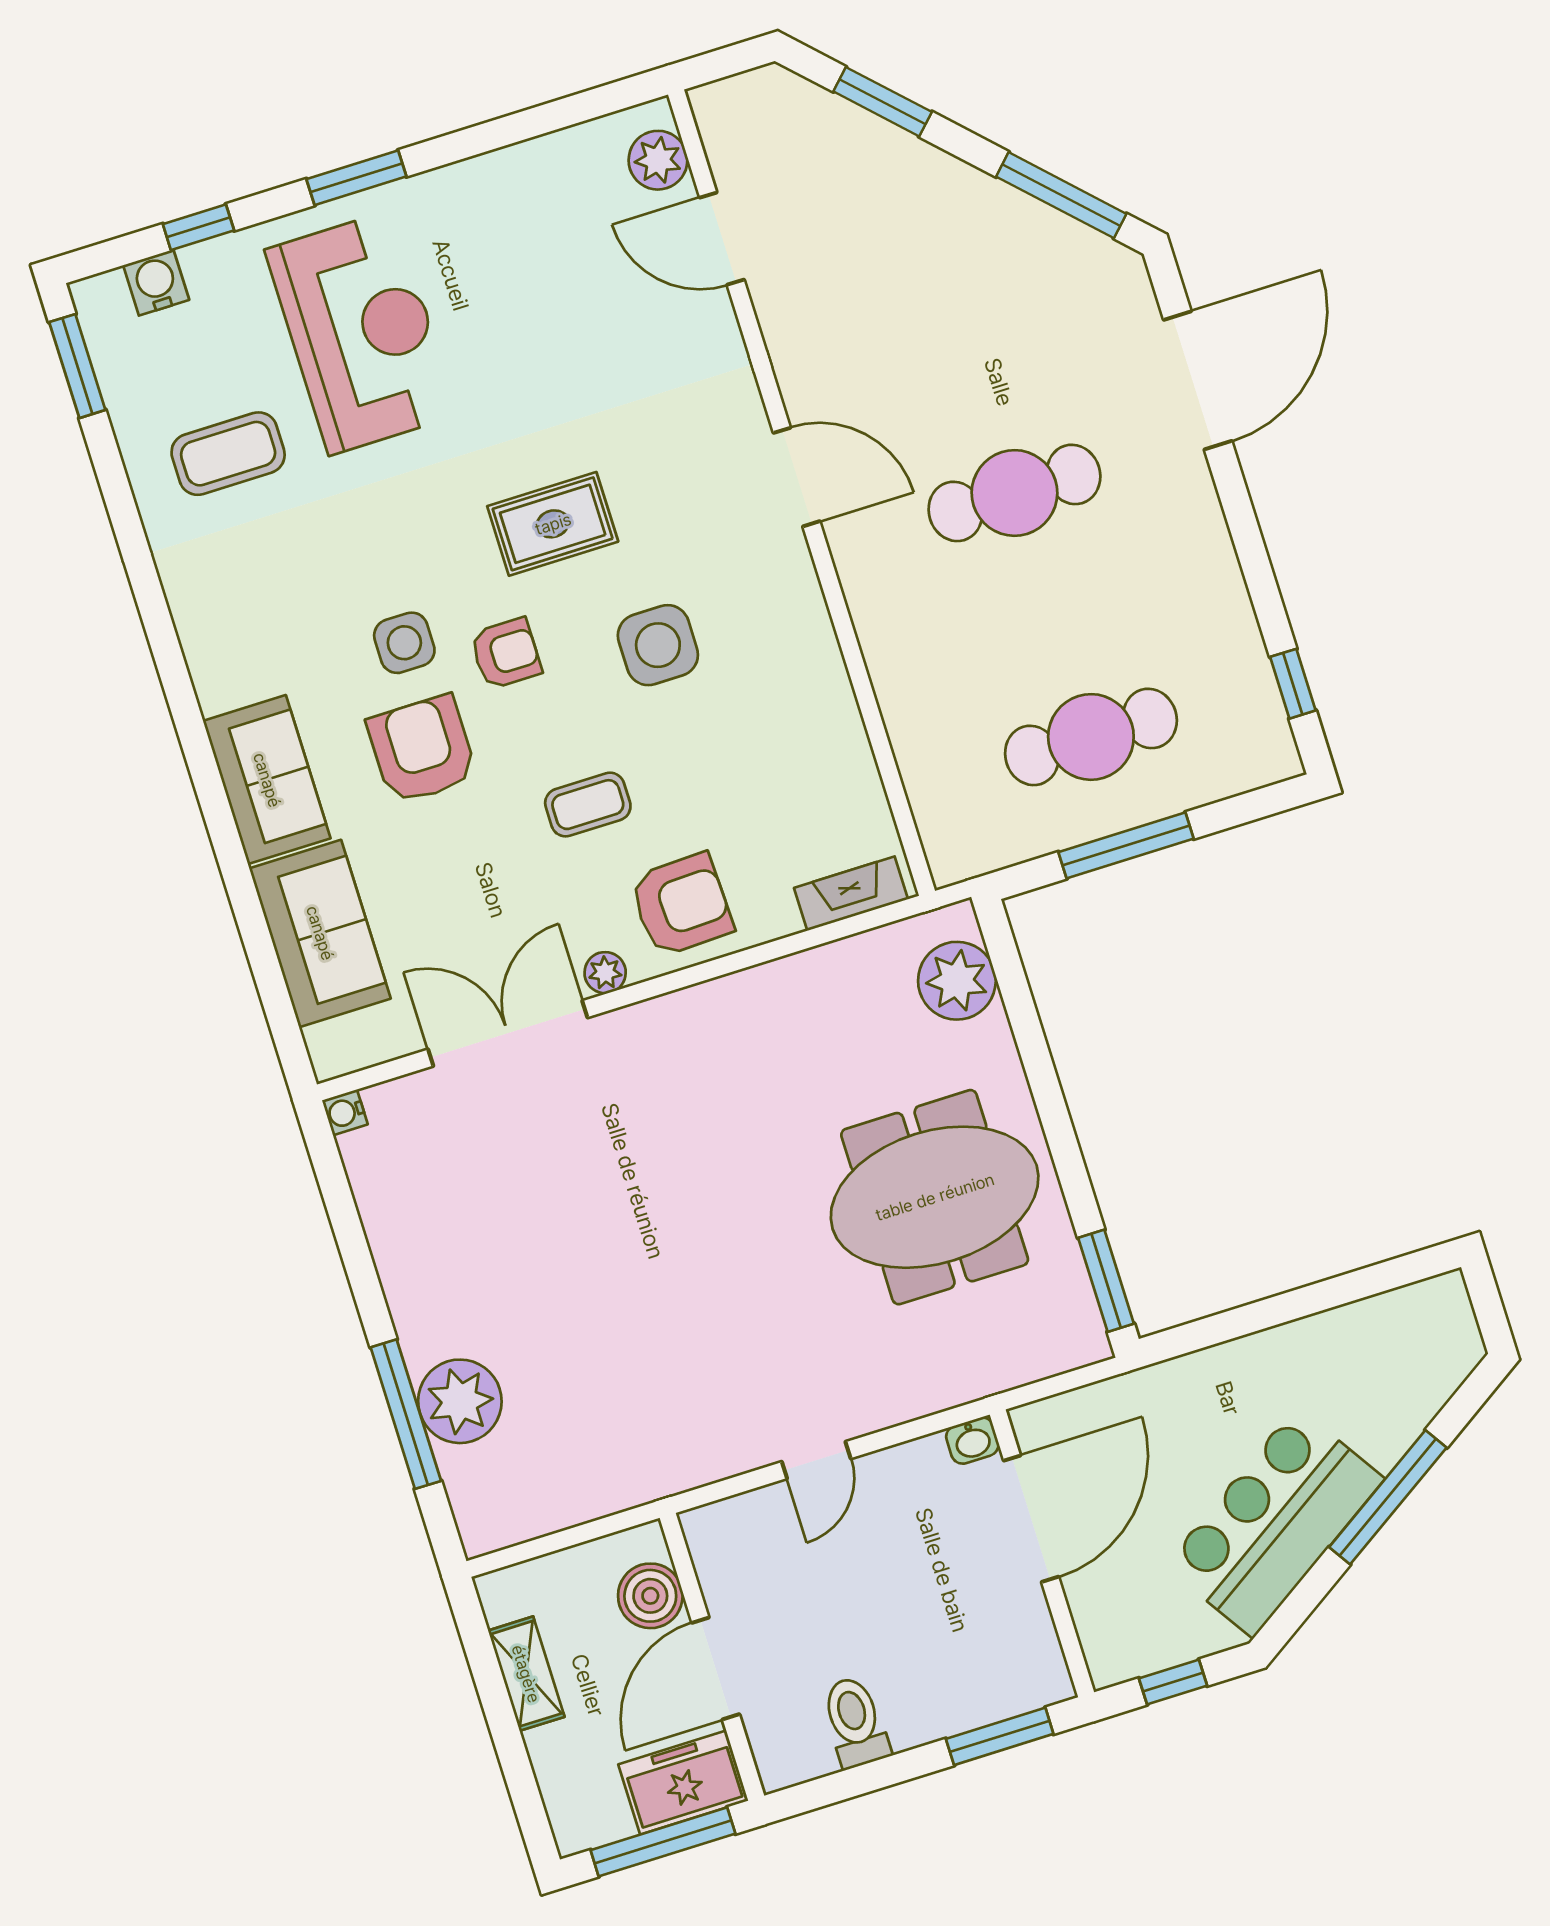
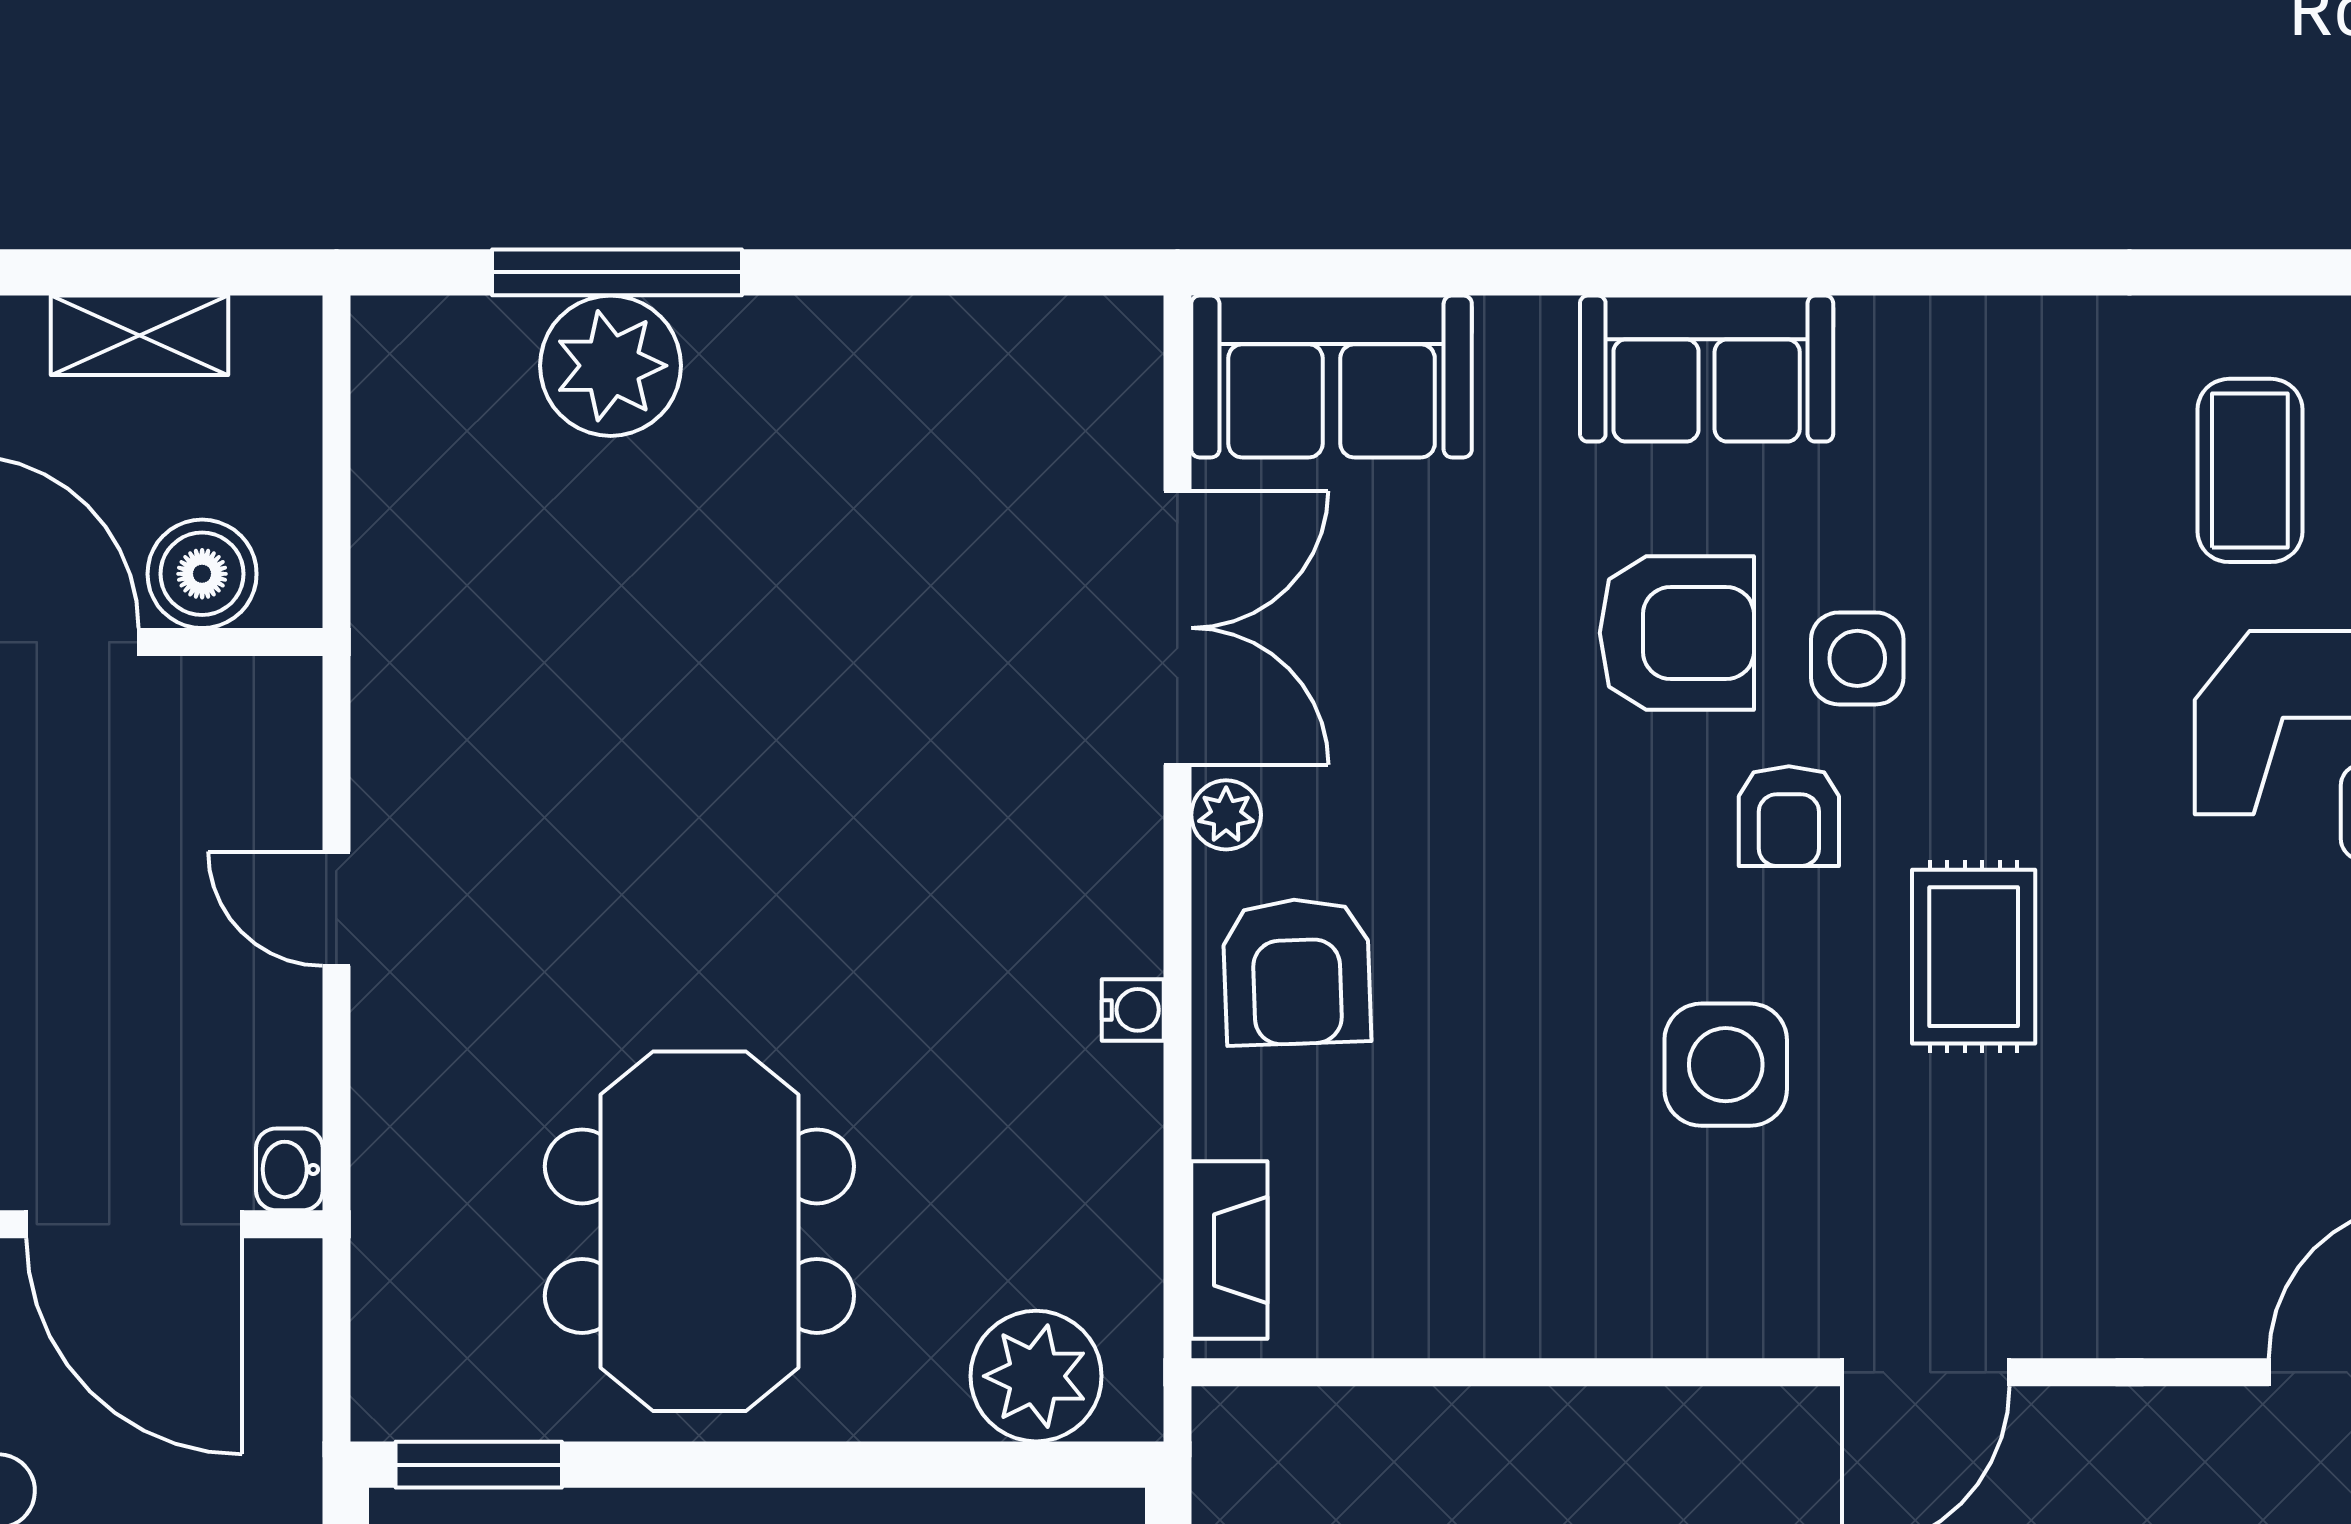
coffee table: (588, 805) -> (1505, 872), removed
sofa: (320, 933) -> (1332, 377), moved
water cooler: (345, 1112) -> (1133, 1010), moved, turned 90

